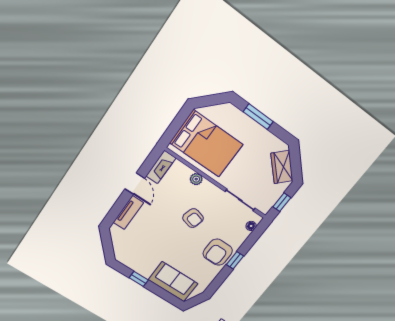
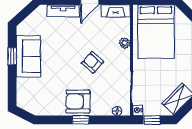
nightstand: (264, 208) -> (138, 110), added
armchair: (193, 218) -> (93, 62), turned 117
sofa: (173, 282) -> (28, 56), moved

